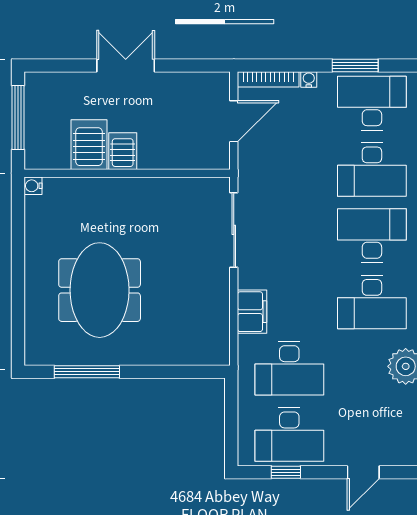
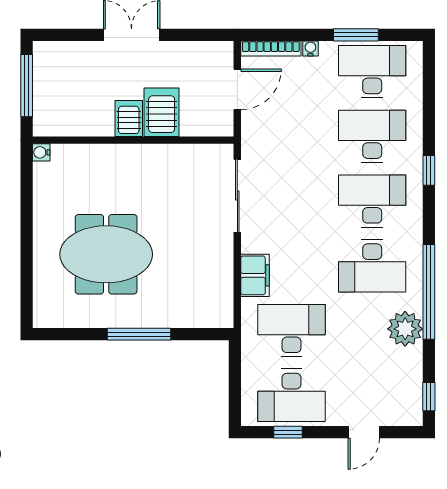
server rack: (89, 145) -> (162, 112), moved
desk: (372, 169) -> (372, 136), turned 180
meeting table: (100, 290) -> (106, 254), turned 90
desk: (289, 368) -> (292, 331), turned 180
window: (87, 372) -> (139, 334), moved

